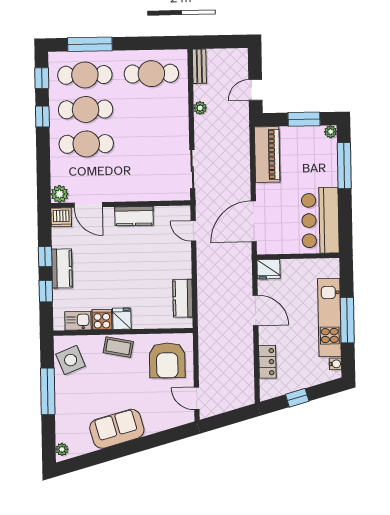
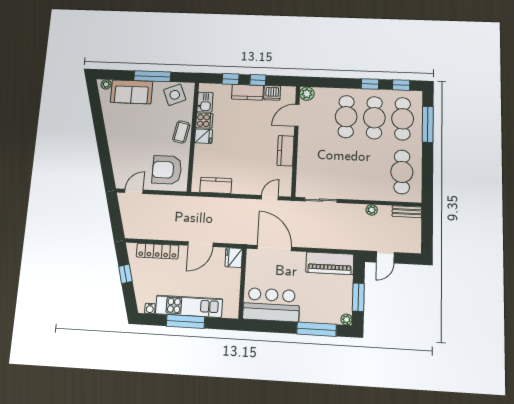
door: (255, 90) -> (385, 257), swing flipped
dishwasher: (61, 217) -> (272, 93), moved, turned -90
locker: (267, 362) -> (158, 251), width x1.53
sofa: (117, 429) -> (132, 92), moved, turned 105

